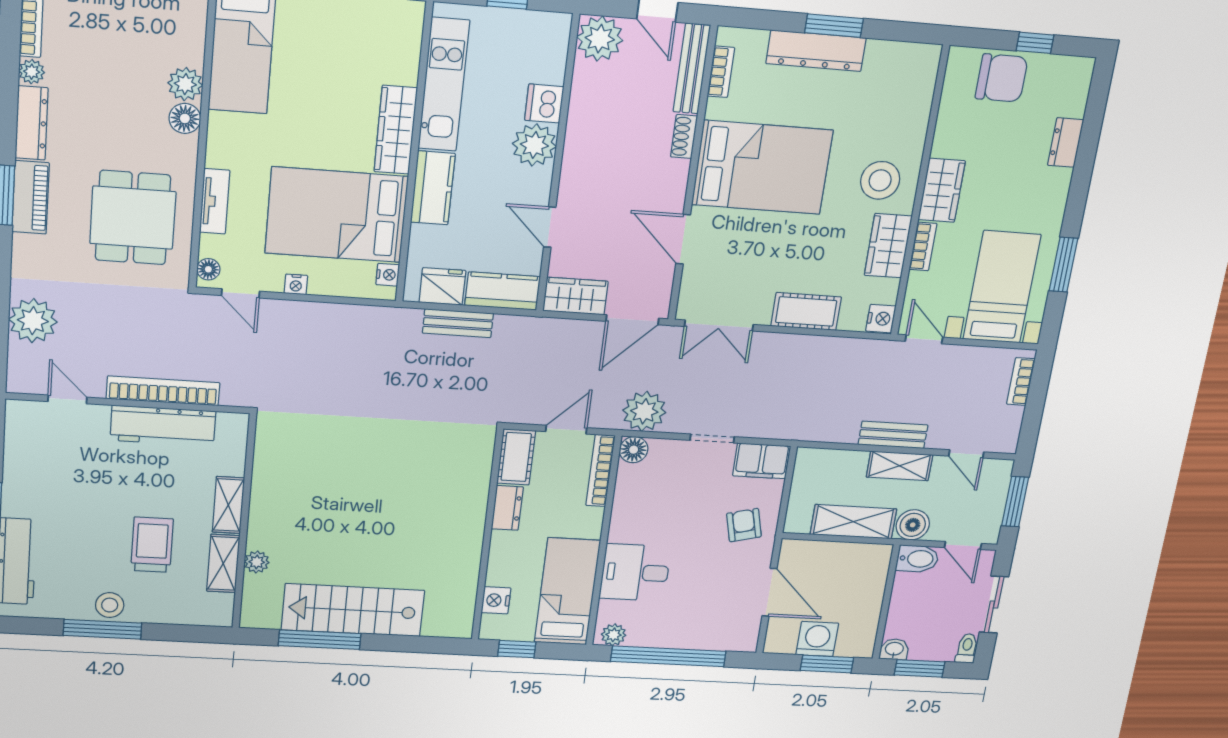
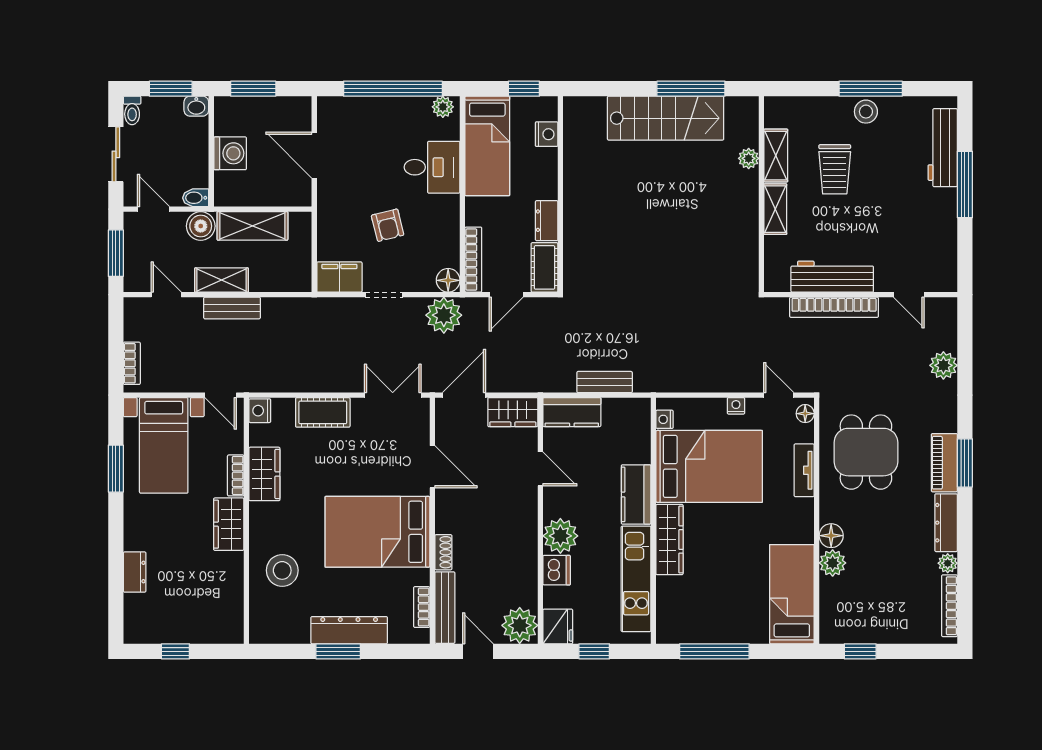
chair: (1001, 78) -> (197, 621), removed
stool: (880, 180) -> (282, 570), moved
fridge: (442, 286) -> (558, 626), moved, turned -90
plant: (33, 321) -> (943, 365), width x0.73, depth x0.73
armchair: (744, 525) -> (388, 225), moved
bidet: (918, 559) -> (196, 198), width x0.72, depth x0.74
washing machine: (817, 639) -> (230, 153), moved, turned -90

